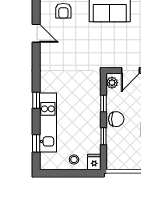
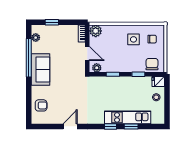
door: (36, 33) -> (70, 127), moved
chair: (116, 119) -> (152, 64), moved
window: (36, 143) -> (131, 127), moved

